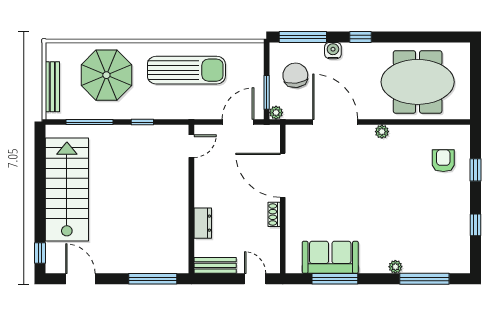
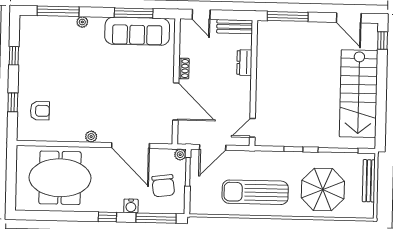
armchair: (443, 161) -> (40, 111), turned -90
sofa: (330, 257) -> (137, 31), width x1.36

